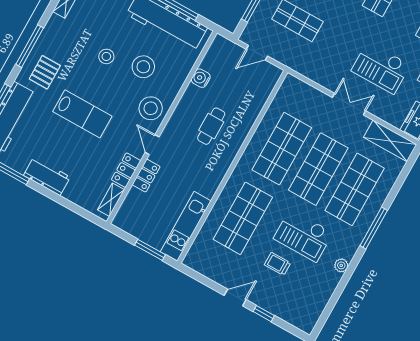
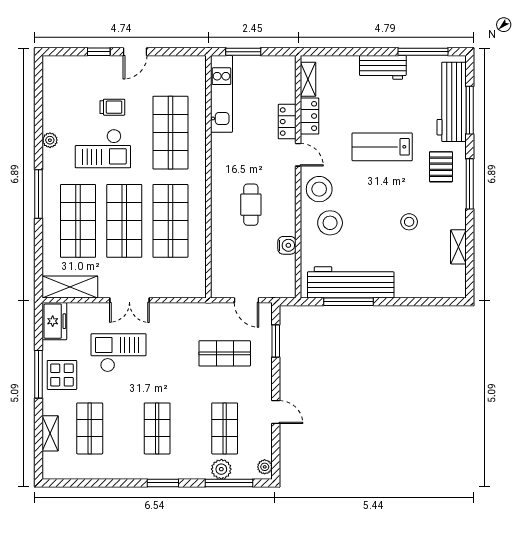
door: (257, 53) -> (246, 300), swing flipped
stool: (106, 56) -> (409, 222), moved
stool: (143, 67) -> (330, 223), moved
checkout: (303, 235) -> (103, 149), turned 180

